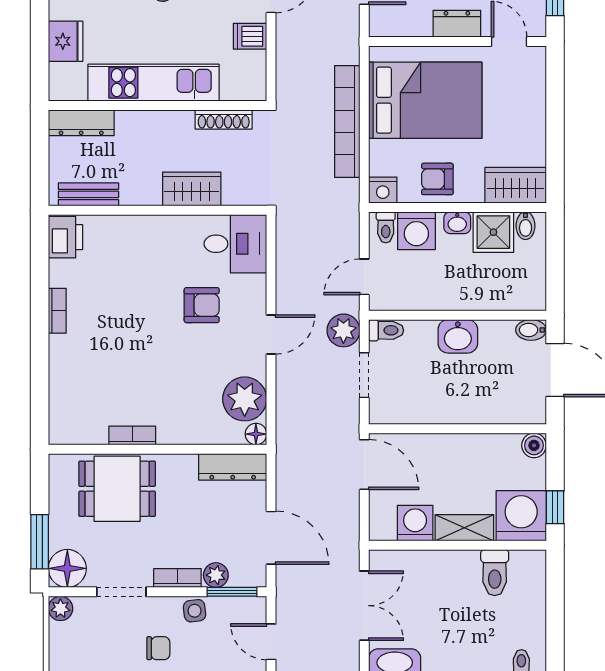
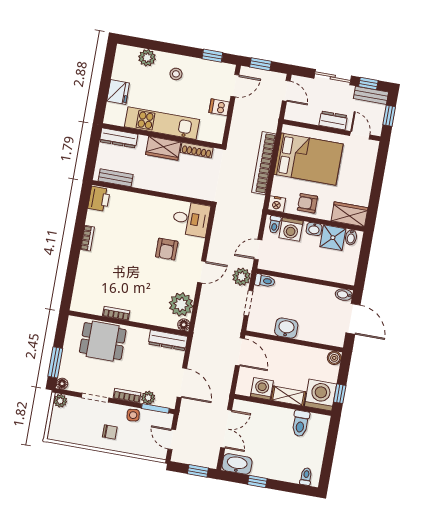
wardrobe: (192, 189) -> (163, 148), moved, turned 180
armchair: (202, 305) -> (167, 249), turned 90
washbasin: (458, 336) -> (286, 328), moved, turned 180
floor lamp: (67, 568) -> (62, 384), width x0.53, depth x0.53

